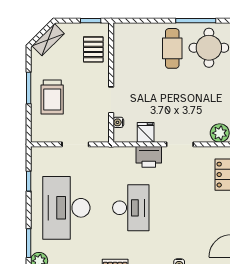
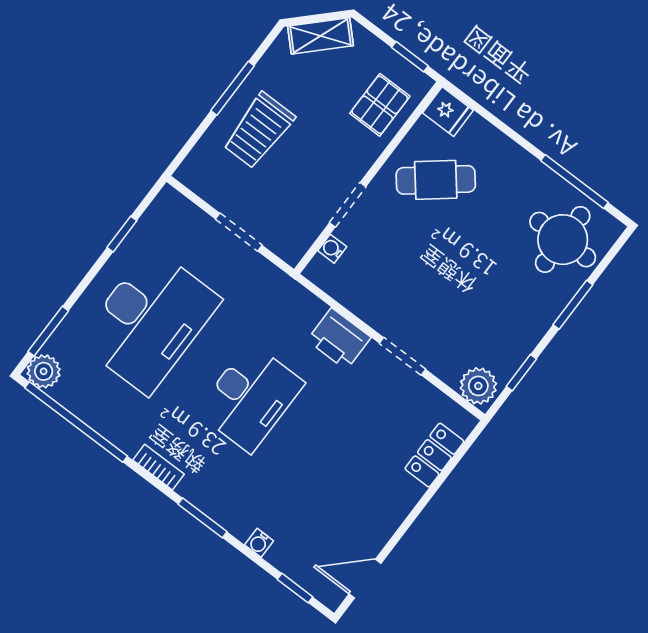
cafe table: (172, 48) -> (436, 180), moved, turned 51
fridge: (146, 132) -> (448, 112), moved, turned 90
desk: (66, 208) -> (149, 321), turned 180

